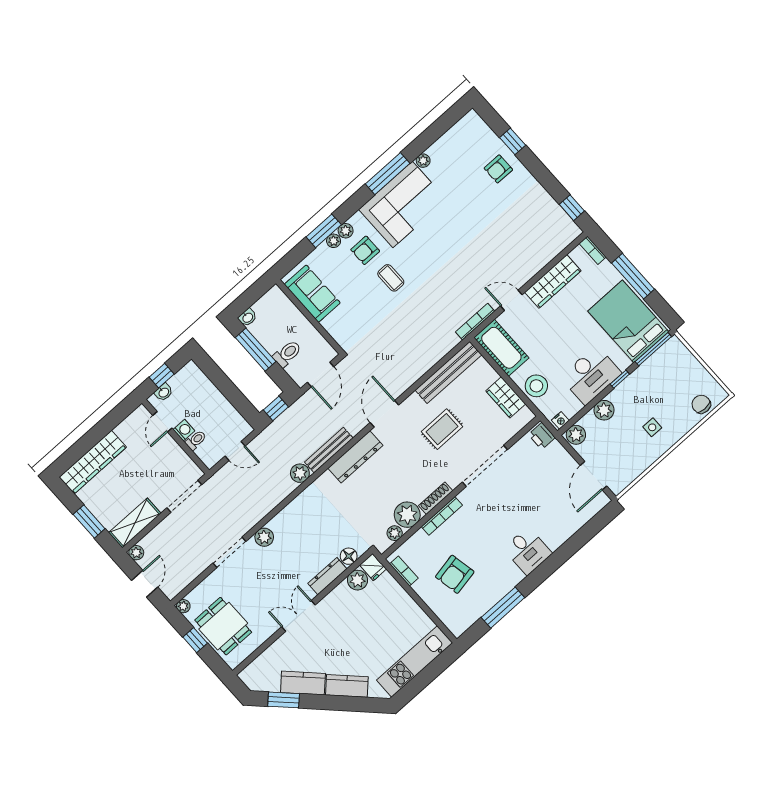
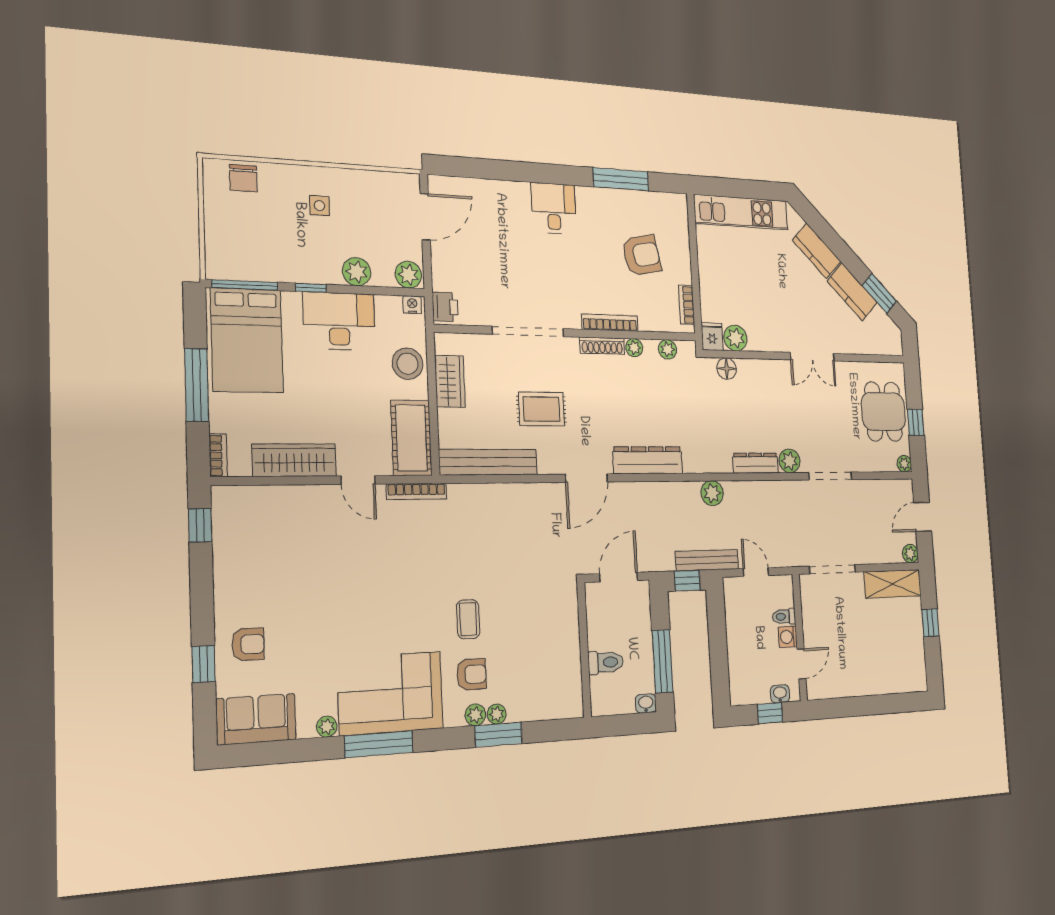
sofa: (312, 294) -> (256, 719), moved, turned 90
toilet: (287, 354) -> (606, 662), moved, turned 180
bench: (329, 450) -> (707, 560), moved
wardrobe: (93, 462) -> (890, 679), removed
plant: (407, 515) -> (634, 348), width x0.53, depth x0.53
window: (89, 522) -> (930, 623), width x0.67
dresser: (327, 576) -> (756, 463), moved, turned 180

